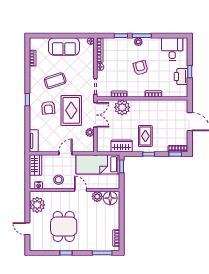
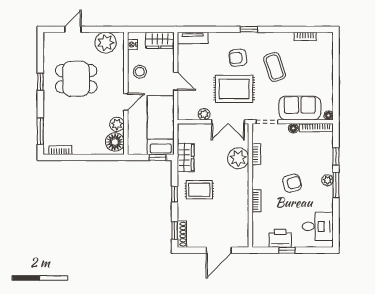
sofa: (64, 46) -> (300, 108), moved, turned 90

